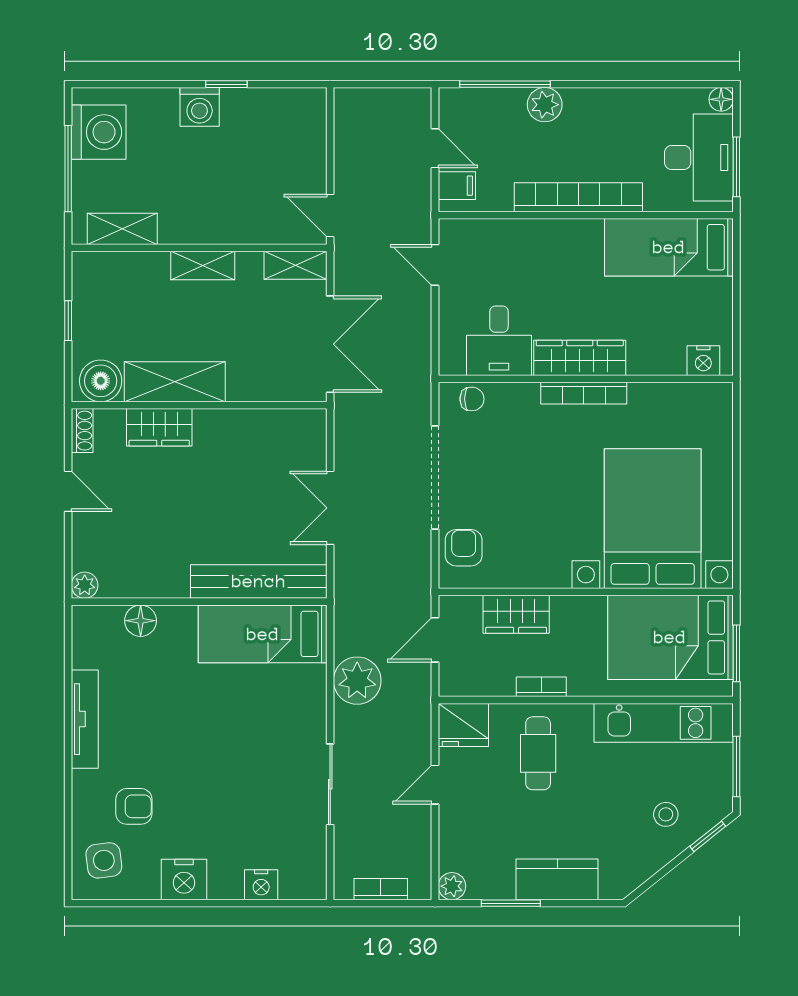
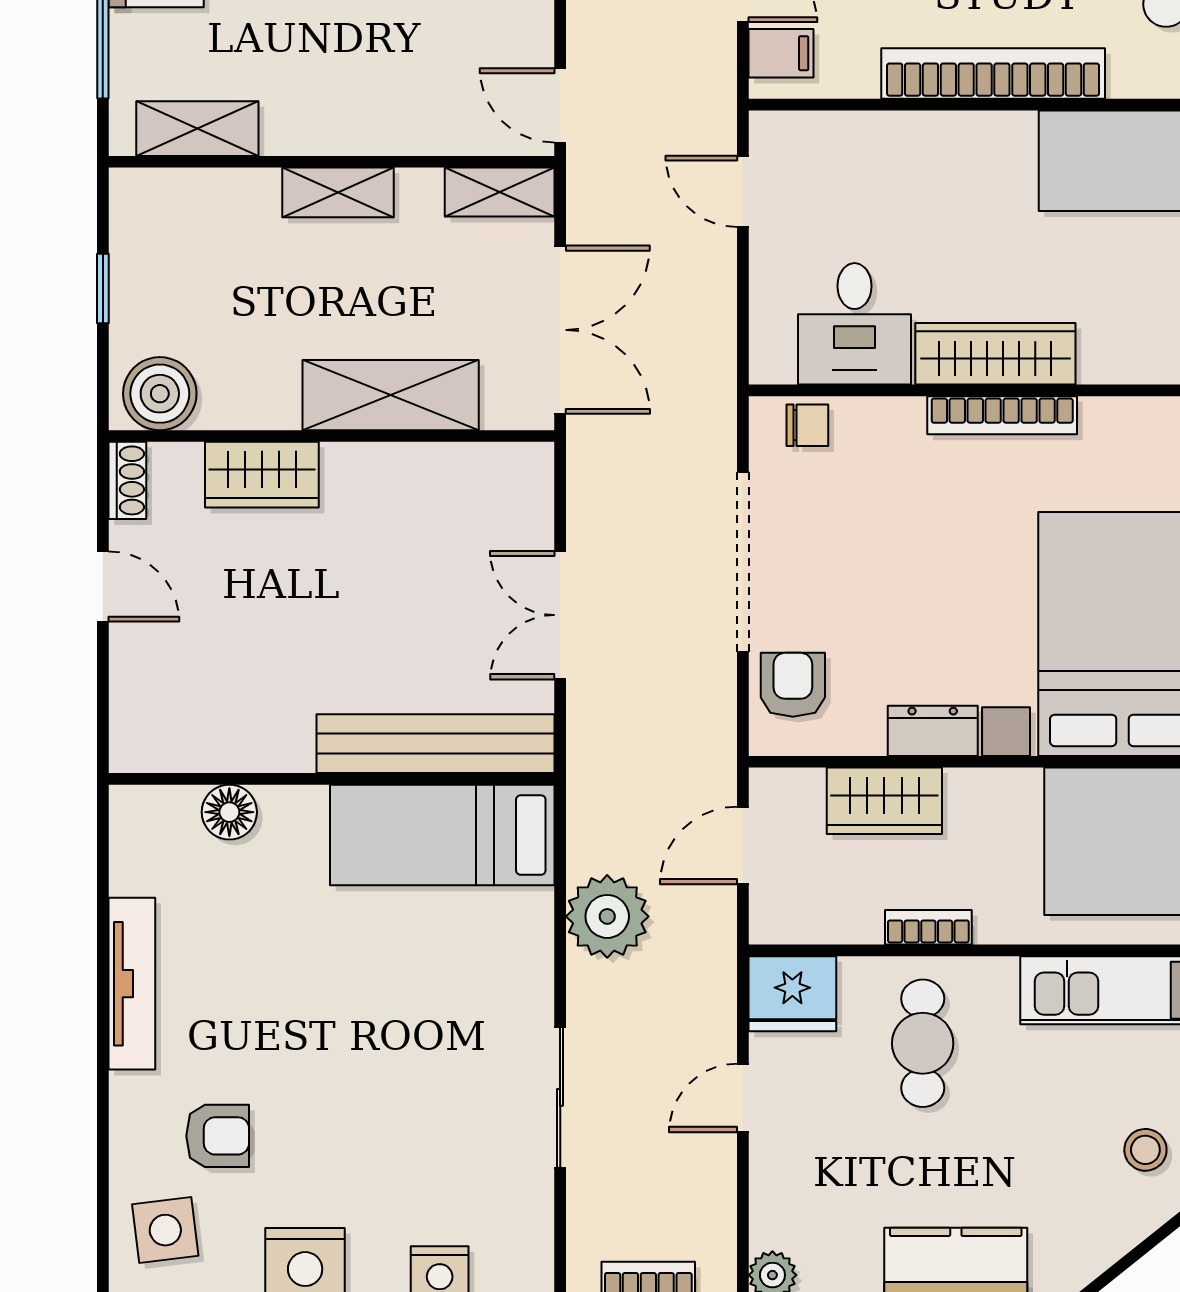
shelving: (175, 382) -> (391, 395), moved
dresser: (544, 574) -> (933, 731), added
plant: (85, 585) -> (132, 750), removed

